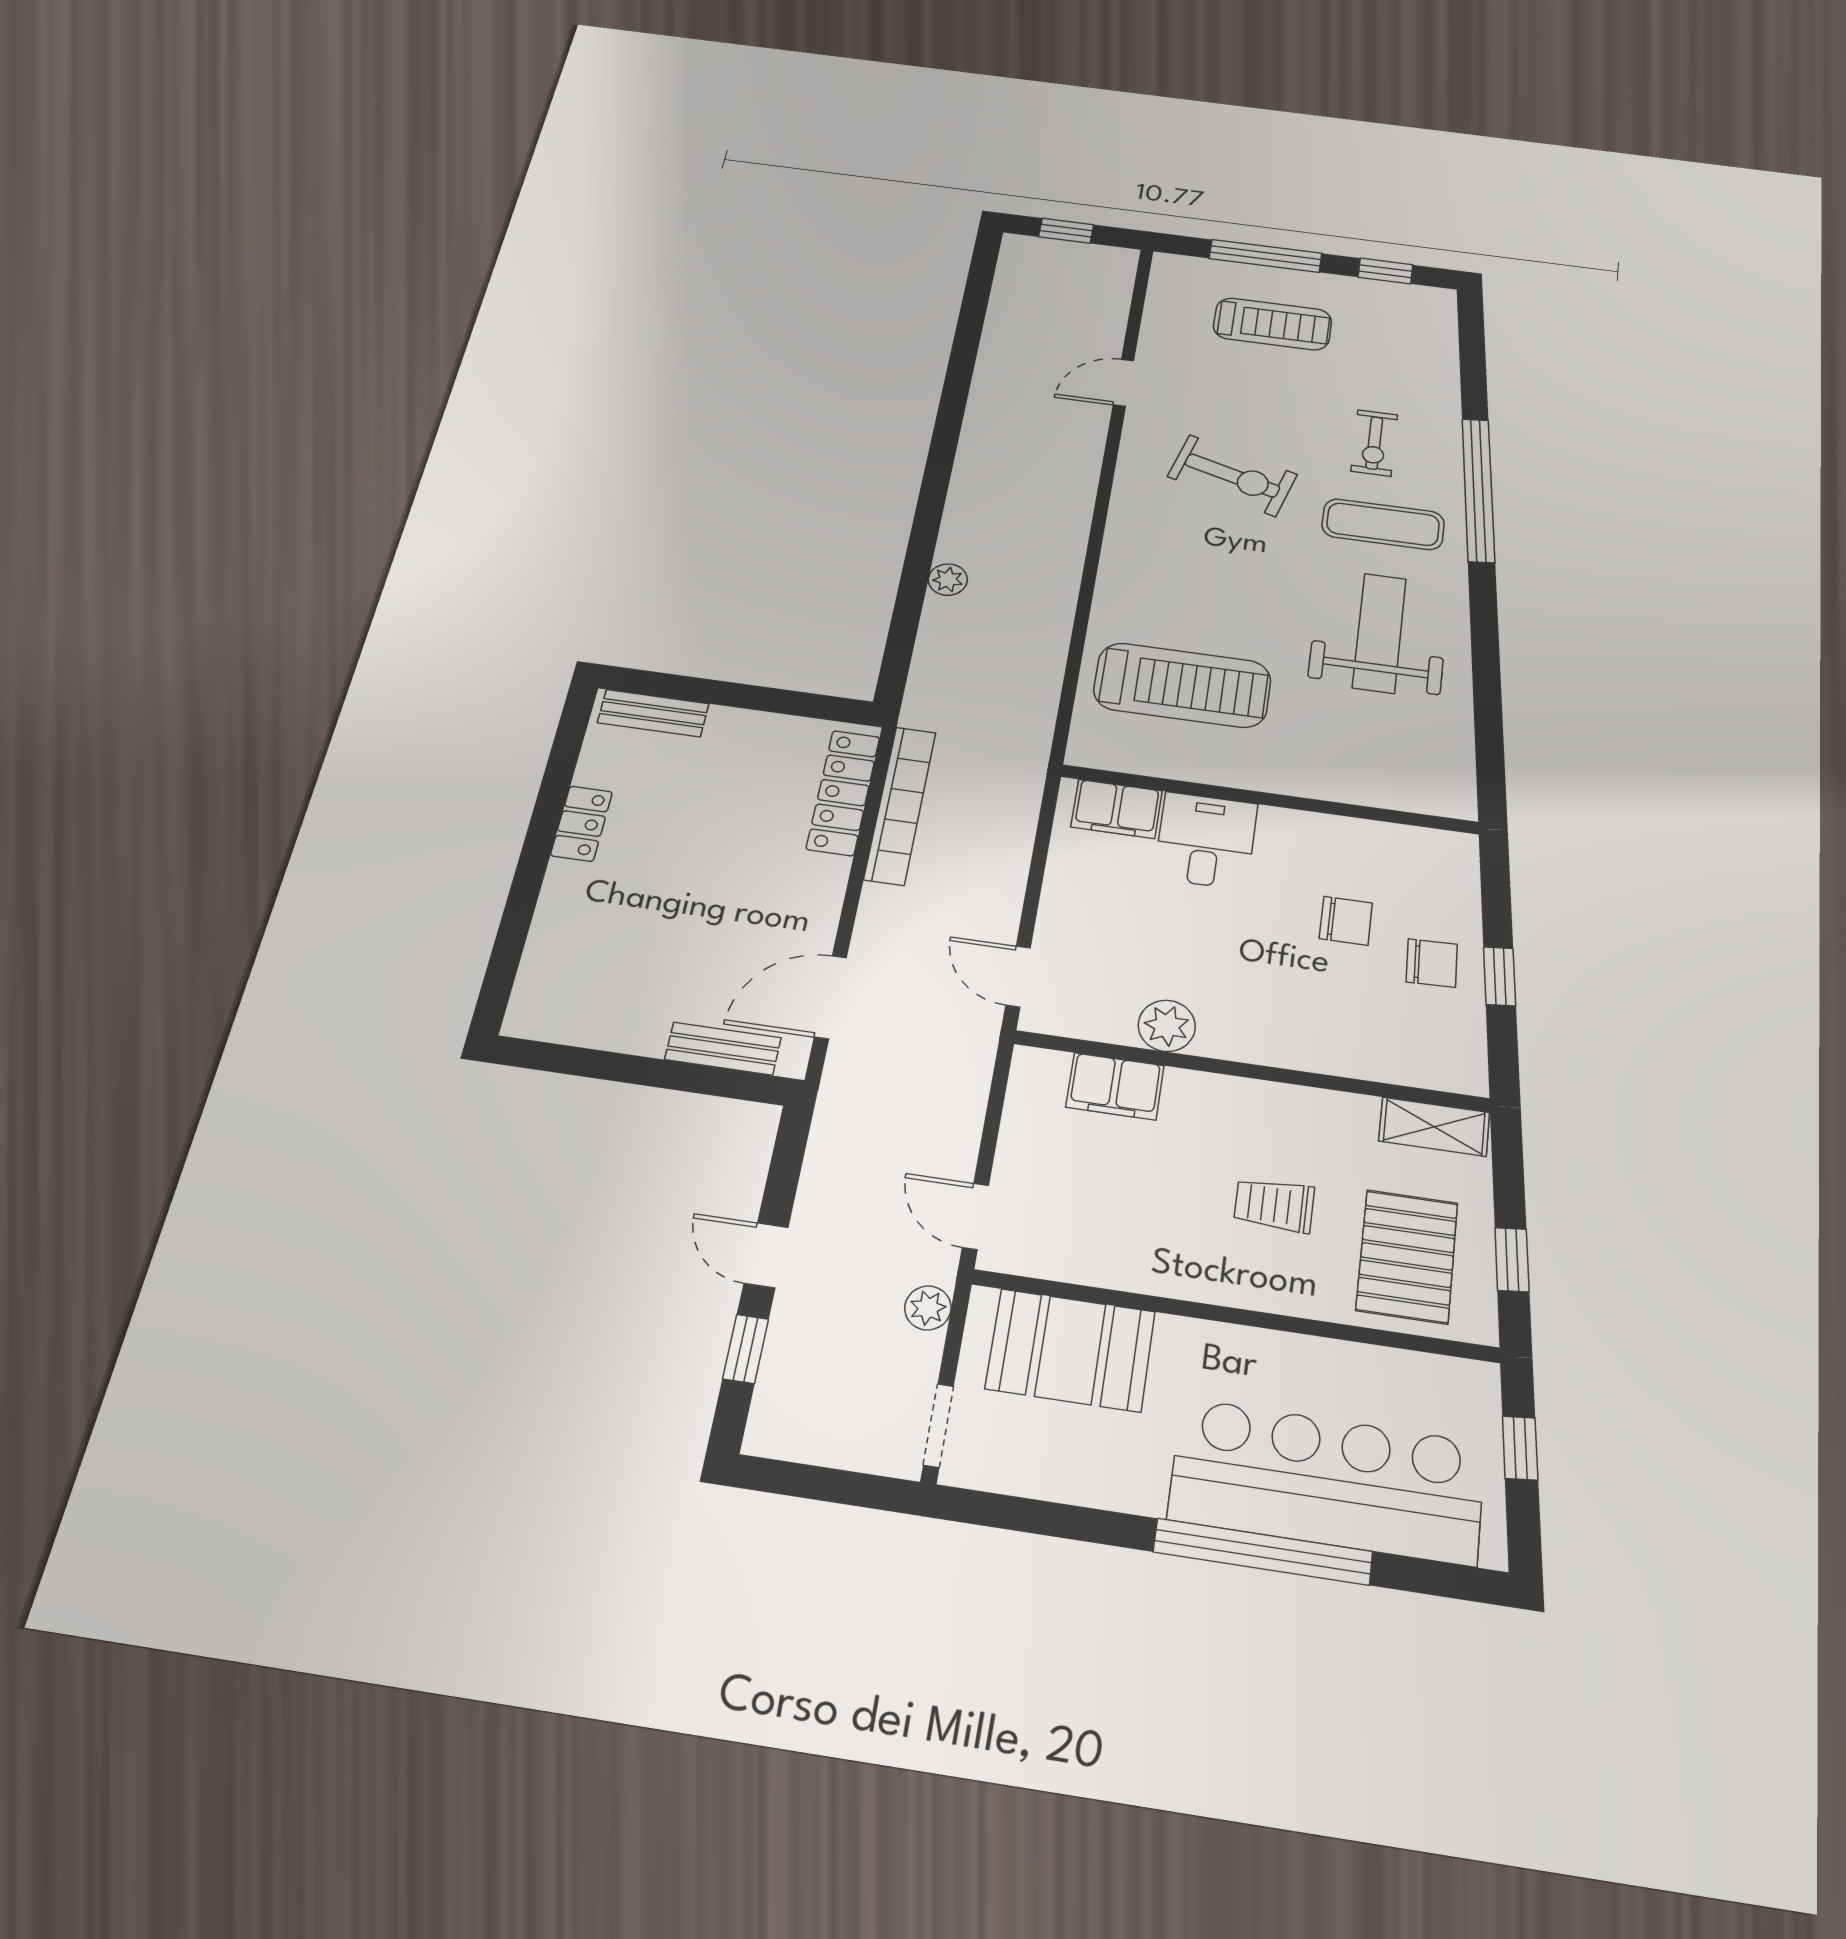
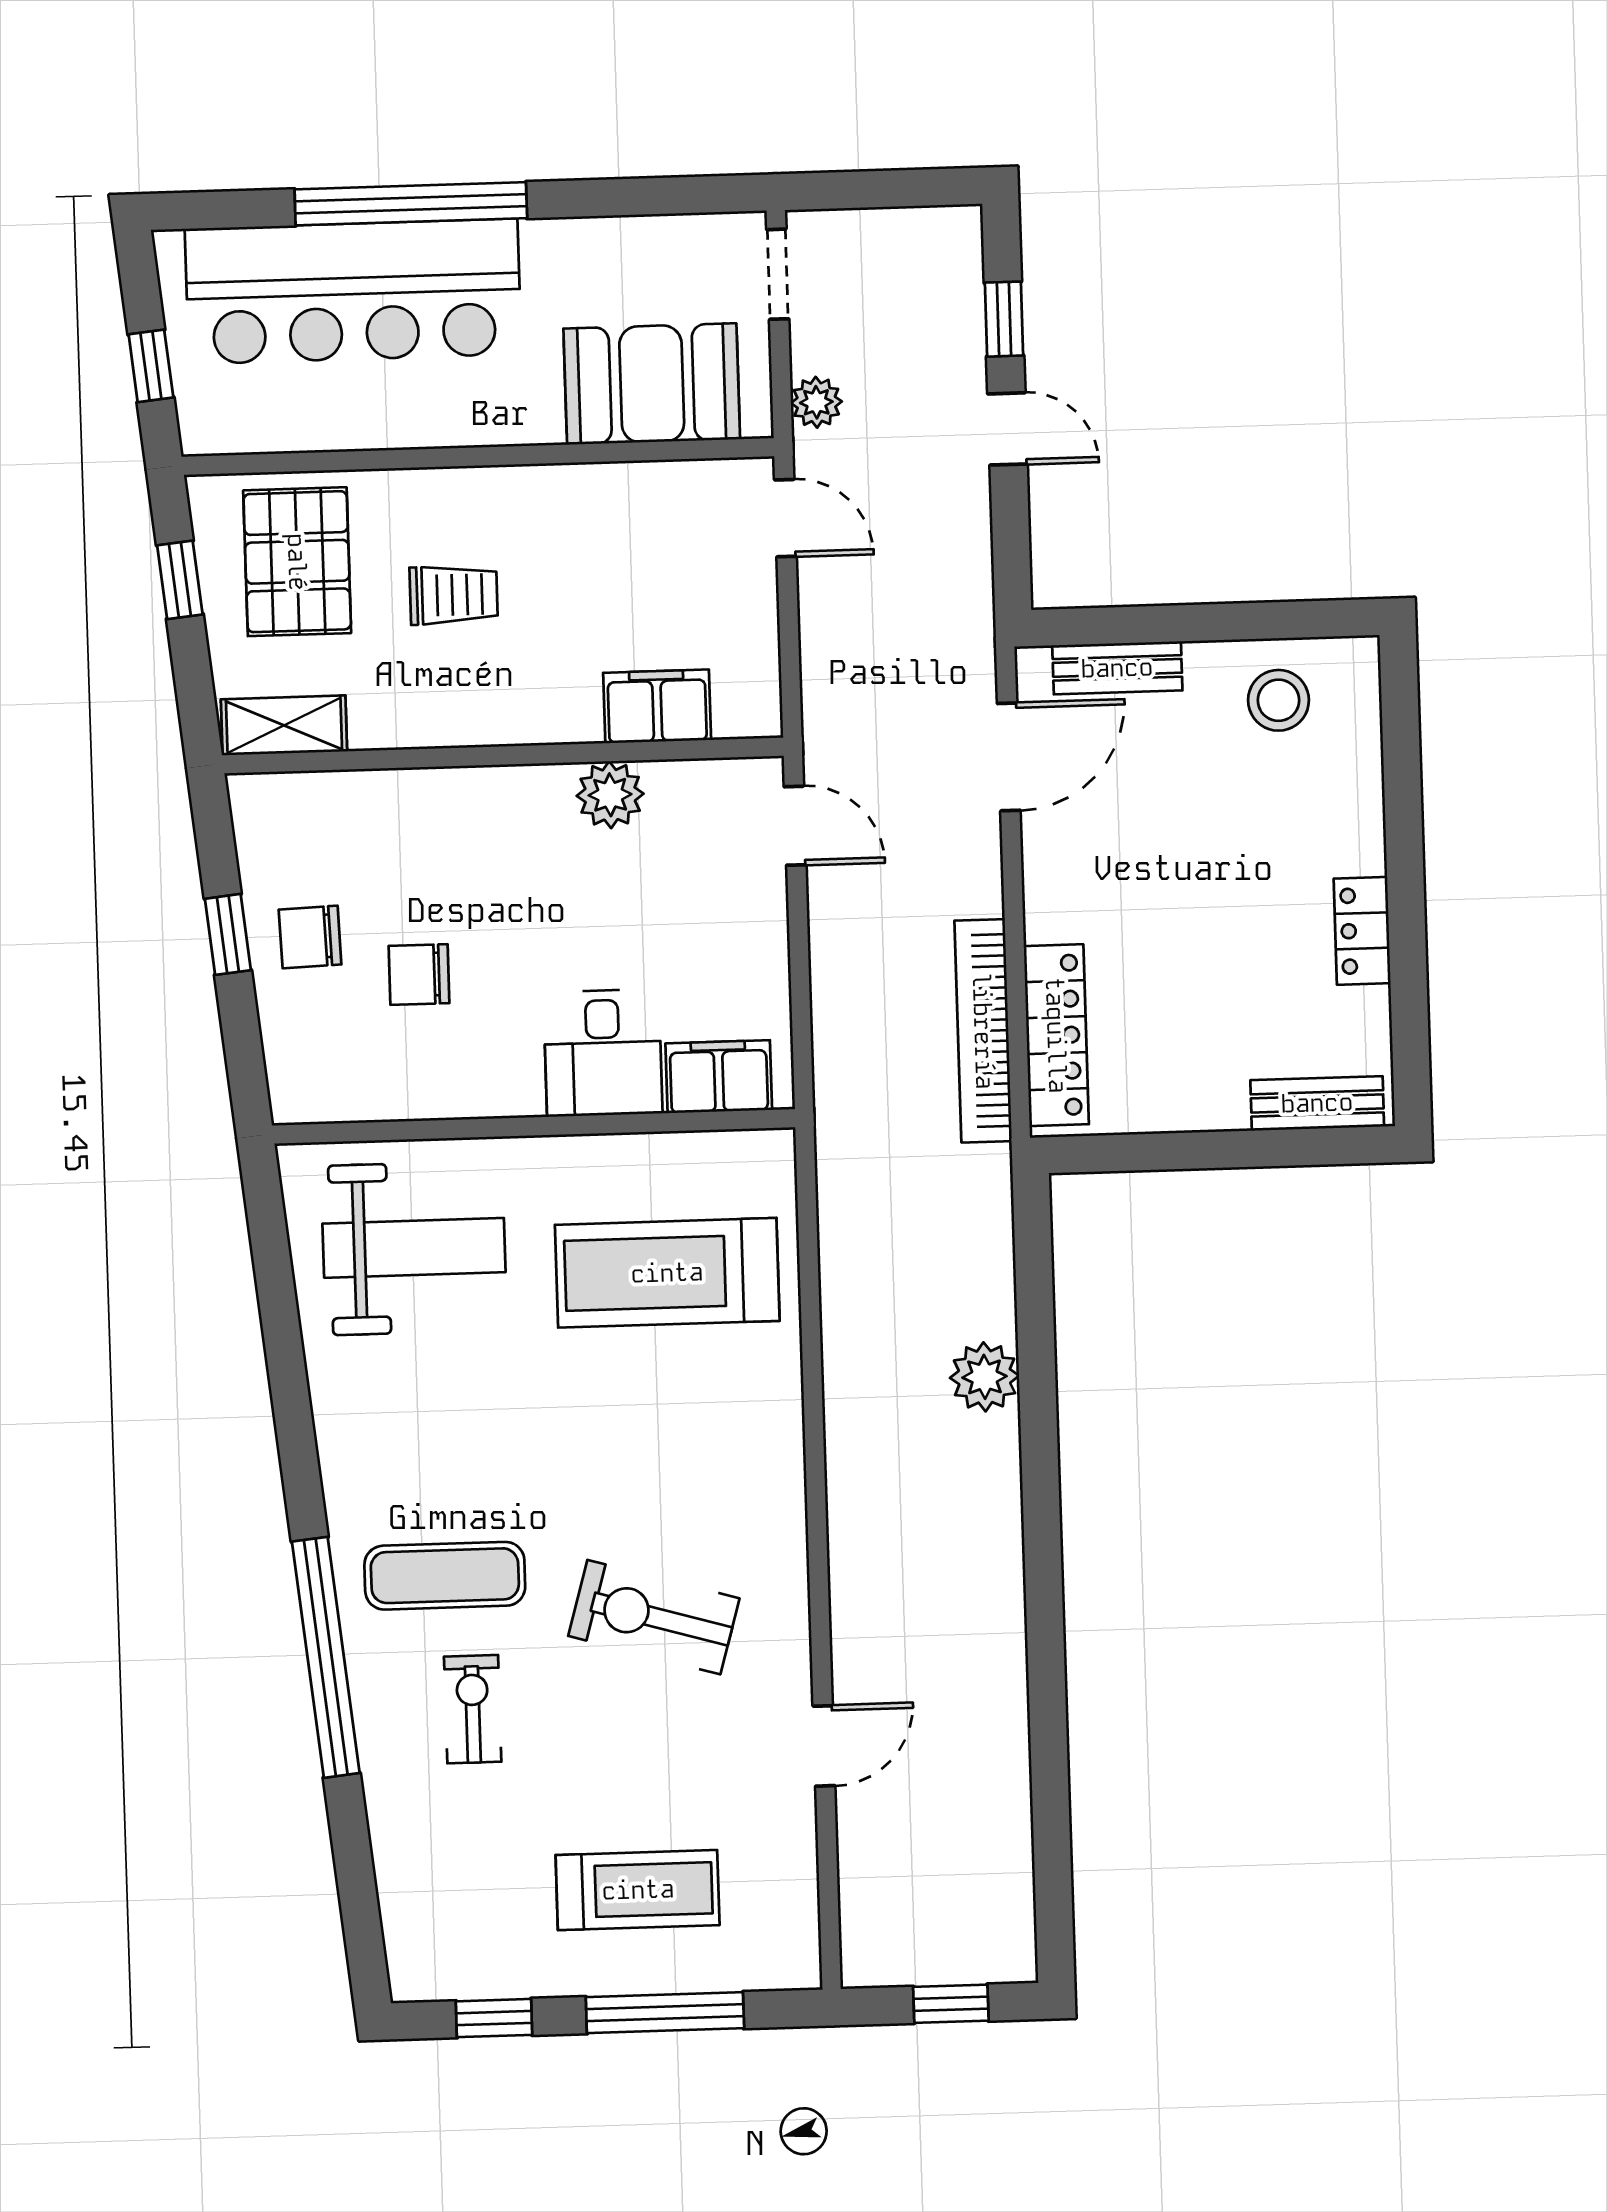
treadmill: (1273, 324) -> (638, 1890), turned 180
plant: (948, 580) -> (985, 1377), width x1.38, depth x1.38
weight bench: (1379, 633) -> (414, 1248), moved, turned -90
stool: (597, 1001) -> (1278, 700), added

